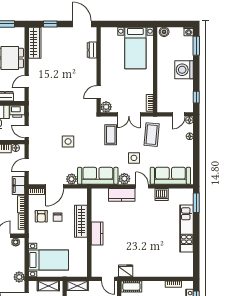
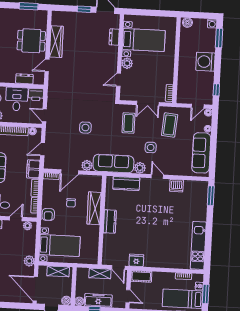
window: (50, 24) -> (84, 9), moved
wardrobe: (35, 43) -> (56, 42), moved
bed with nightstands: (135, 48) -> (144, 40), moved, turned -90
plant: (106, 107) -> (127, 63), moved
sofa: (170, 176) -> (201, 153), moved, turned -90
kitchen counter: (122, 195) -> (126, 183), moved
armchair: (41, 216) -> (48, 214), moved
kitchen unit: (186, 228) -> (198, 245), moved
shelving: (77, 286) -> (100, 273), moved

